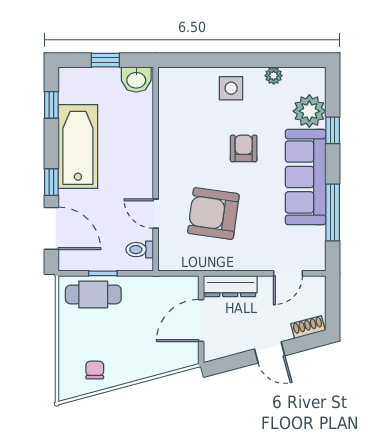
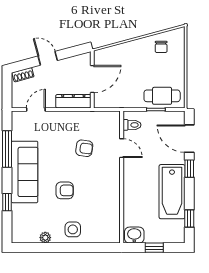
plant: (309, 111) -> (22, 215), removed
armchair: (244, 148) -> (65, 190), turned -90
armchair: (213, 214) -> (84, 148), width x0.53, depth x0.53

